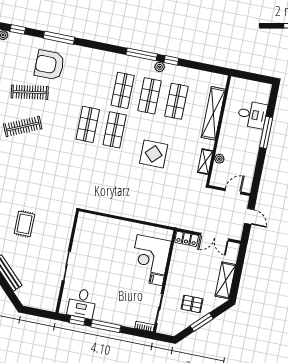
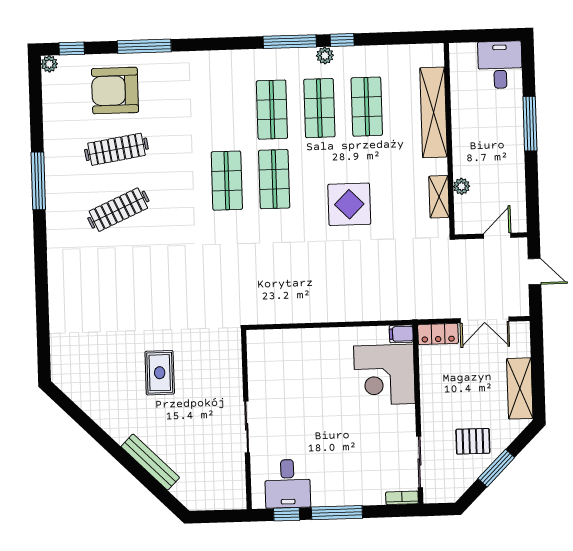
armchair: (49, 65) -> (115, 91), moved
desk: (252, 115) -> (500, 65), moved, turned -90
filing cabinet: (157, 280) -> (401, 334), moved

